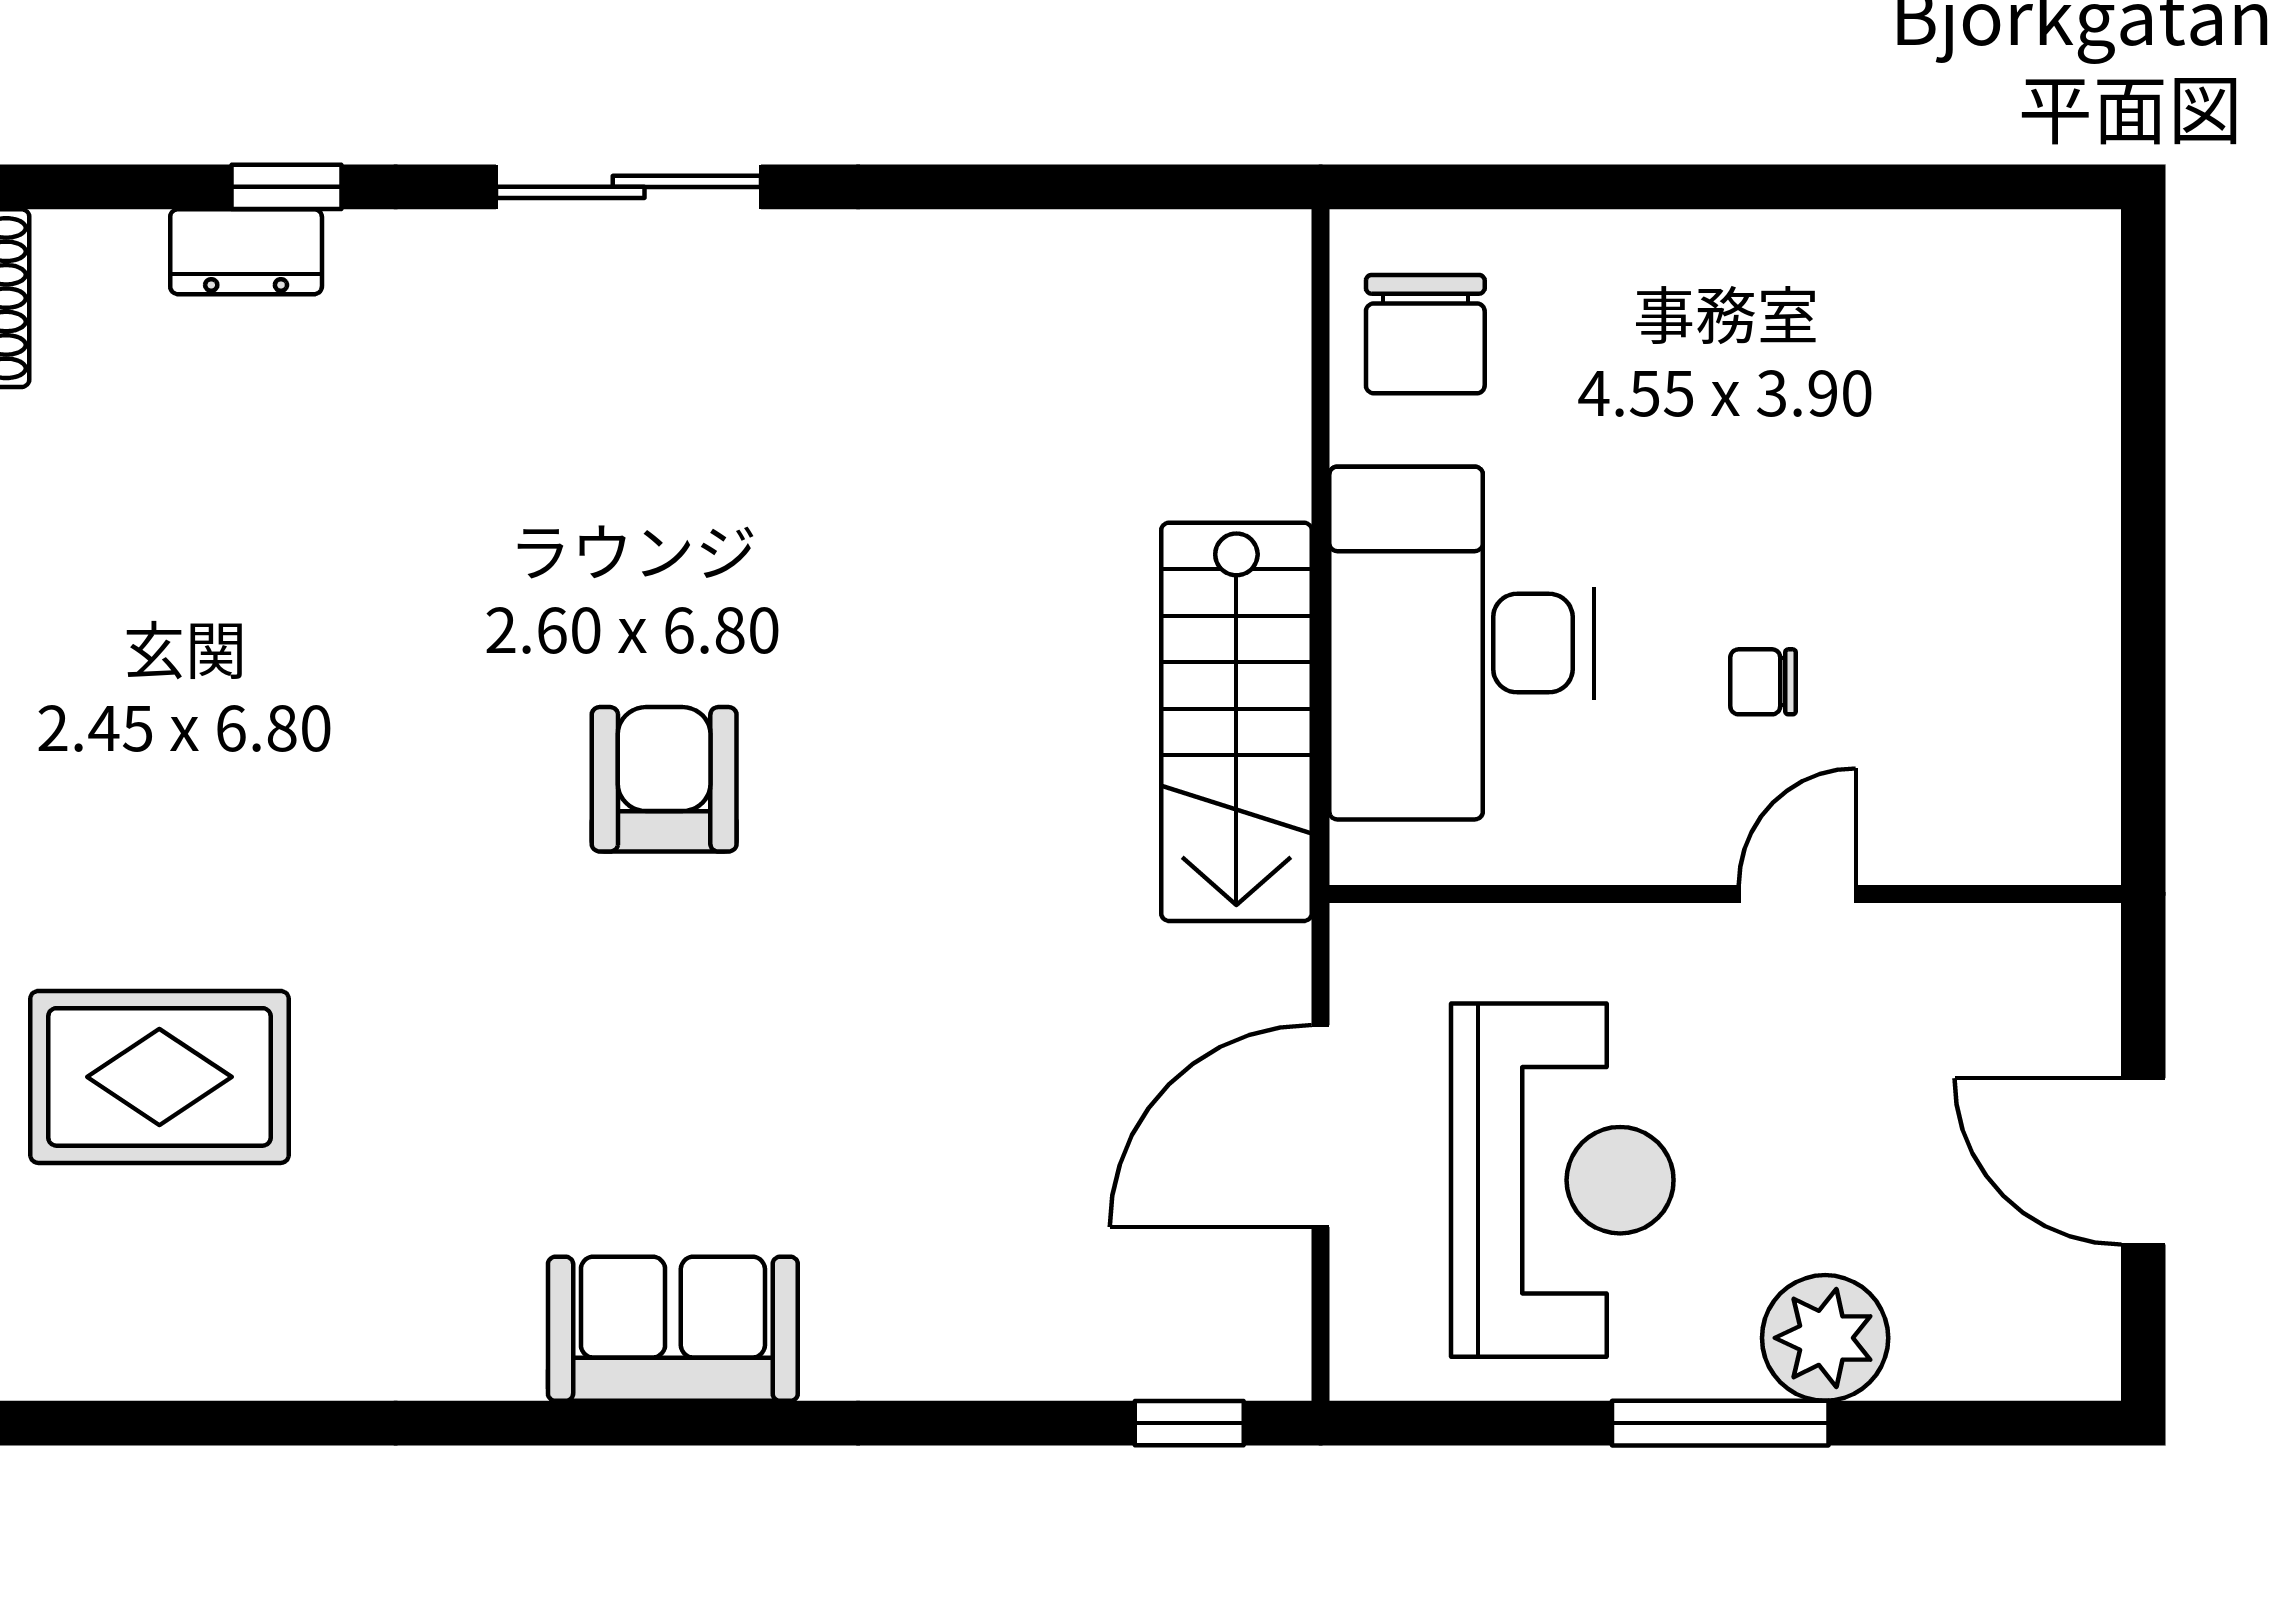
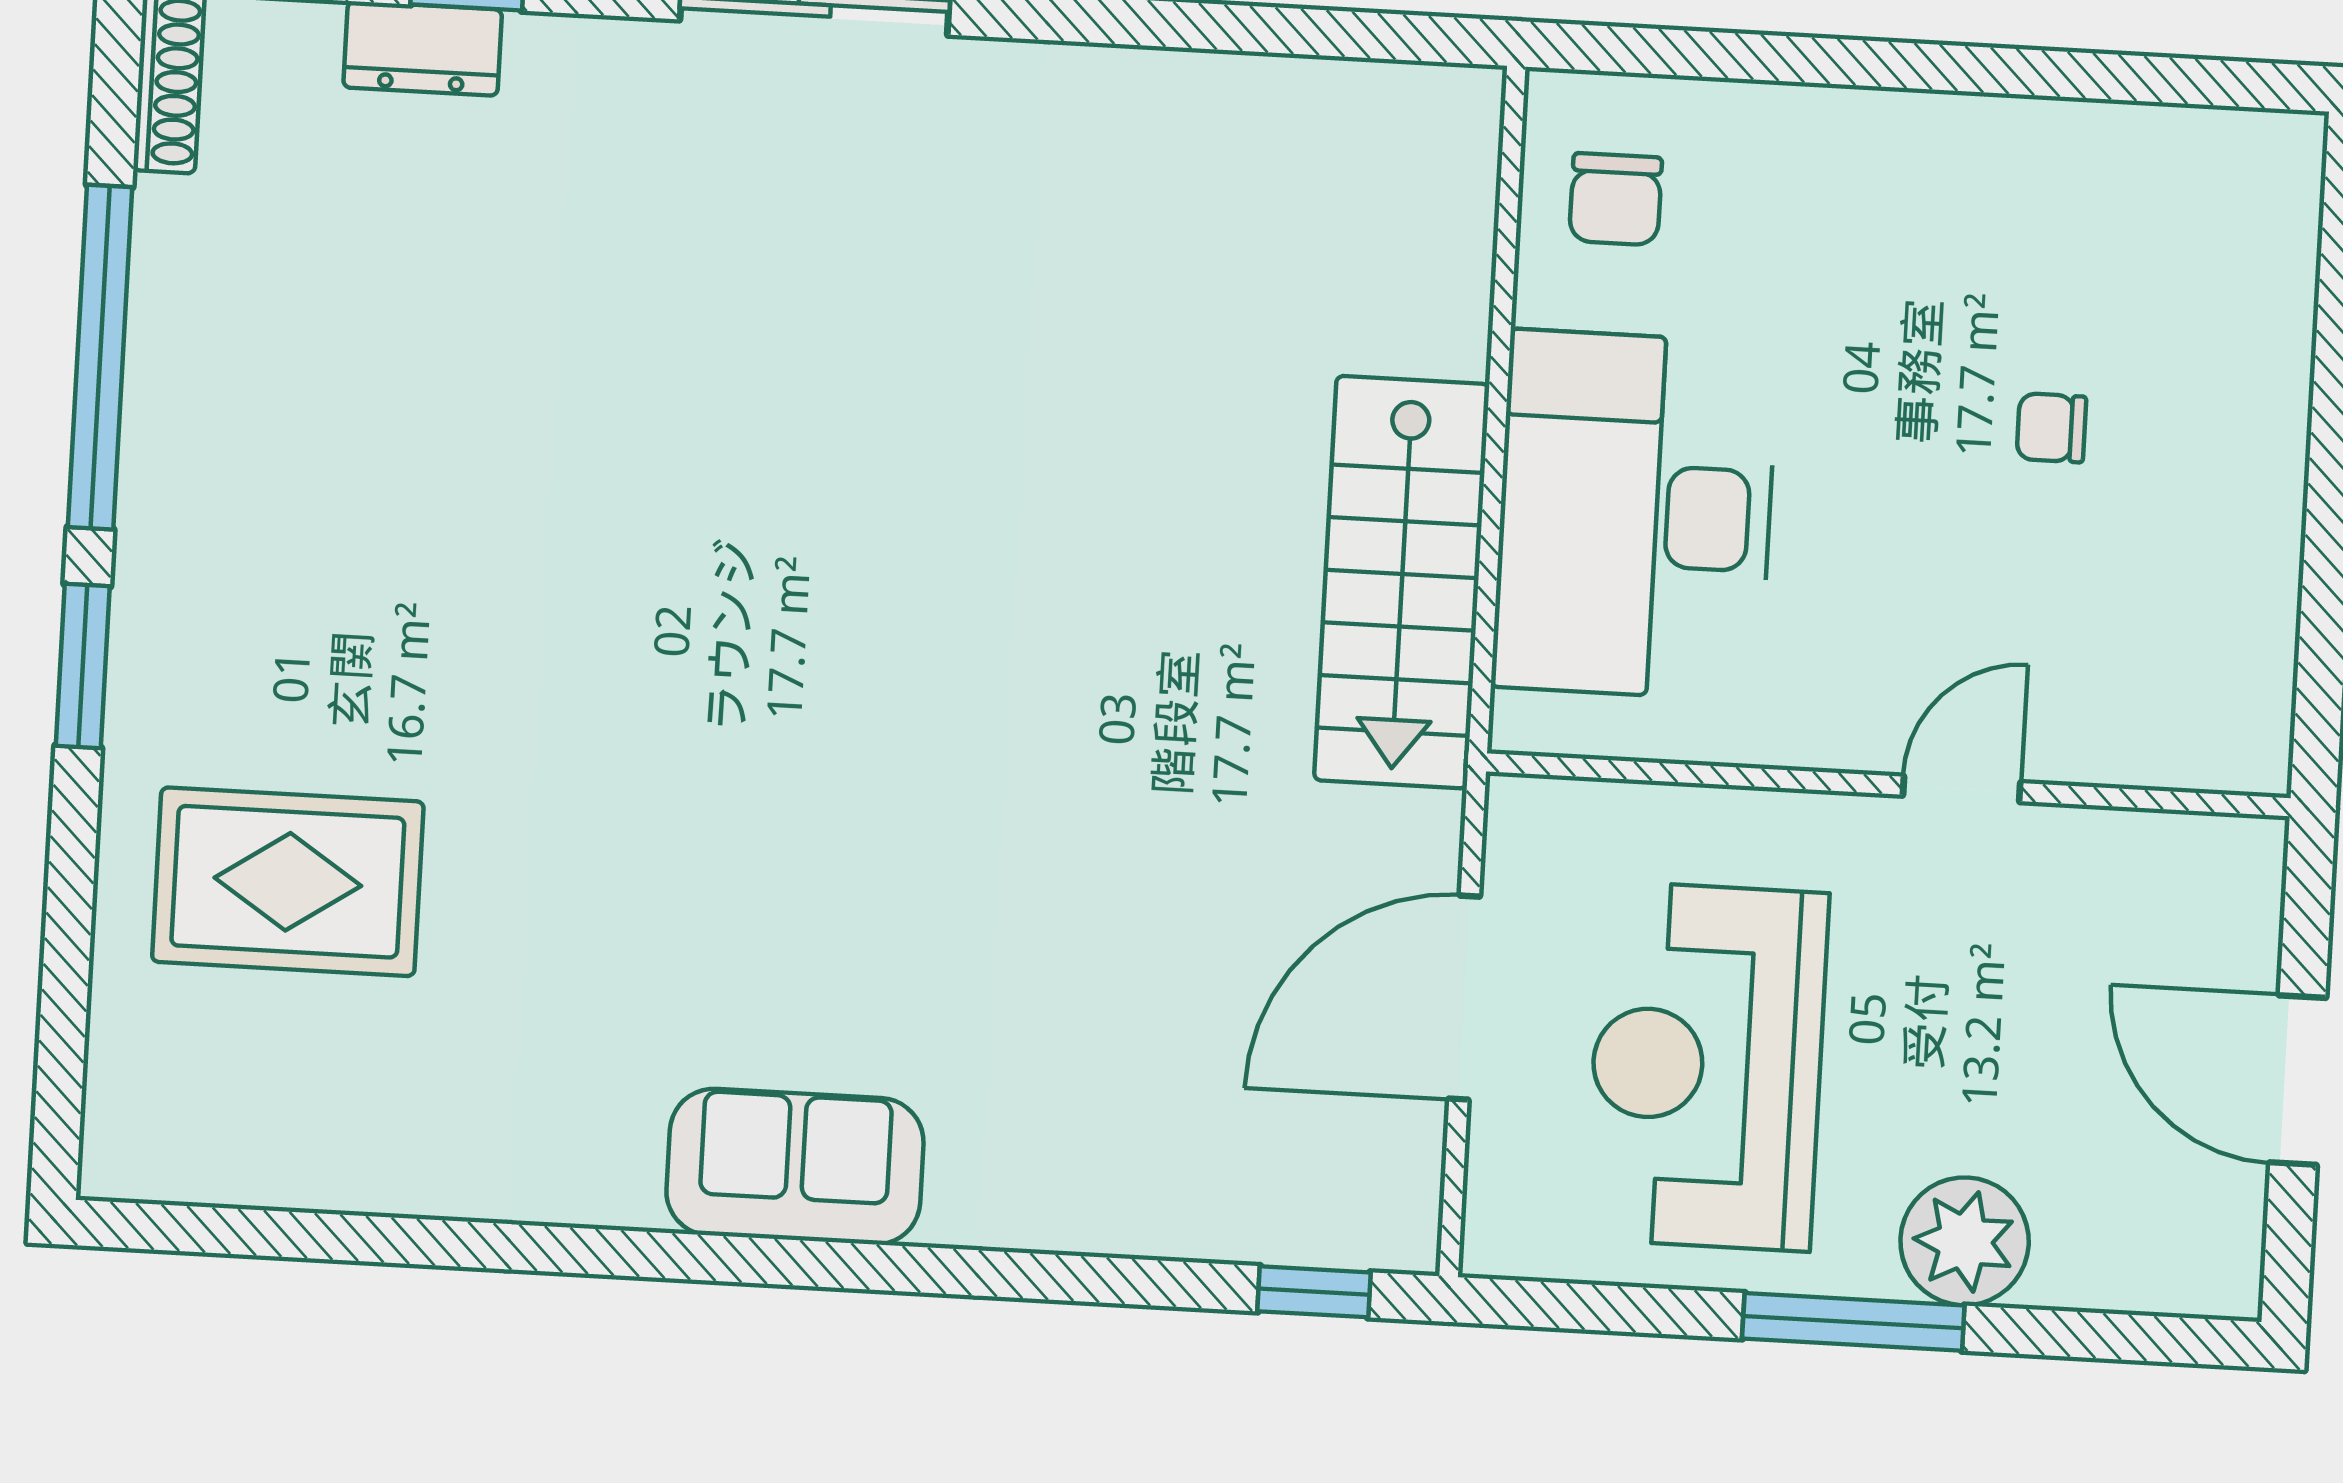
chair: (1425, 334) -> (1616, 199), width x0.73, depth x0.73
chair: (1763, 682) -> (2051, 428), moved
armchair: (664, 779) -> (817, 608), removed
reception desk: (1562, 1180) -> (1707, 1066), turned 180

